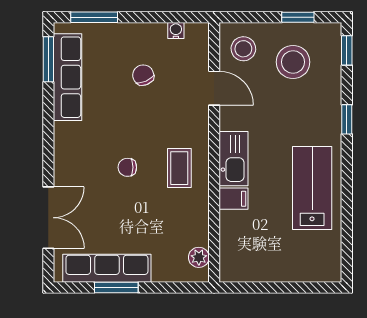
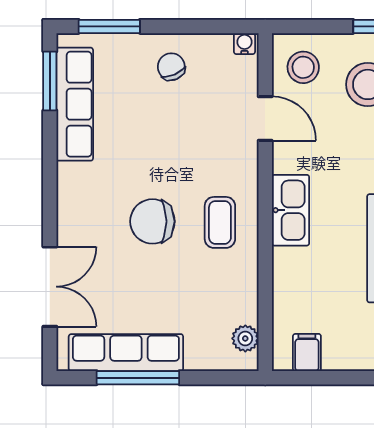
water cooler: (176, 31) -> (244, 44), moved
chair: (143, 75) -> (171, 67), moved
chair: (127, 167) -> (152, 221), width x1.87, depth x1.87
filing cabinet: (234, 199) -> (307, 352), moved, turned -90
window: (116, 288) -> (138, 378), width x1.44

